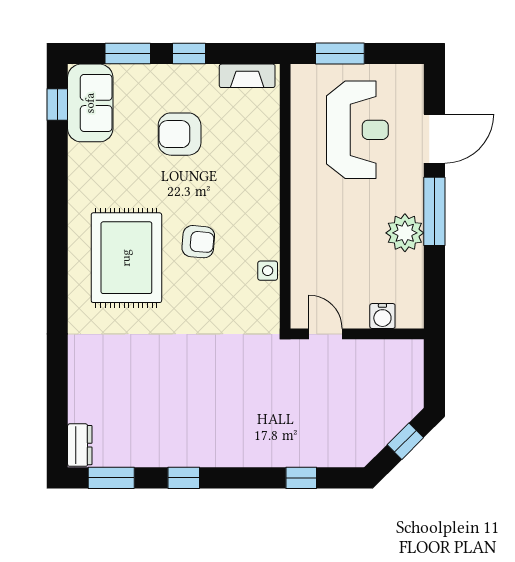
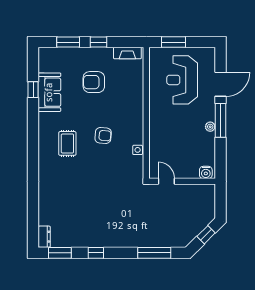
sofa: (90, 103) -> (49, 92), moved
window: (57, 105) -> (33, 90), moved
reception desk: (357, 130) -> (182, 80), turned 180
plant: (405, 233) -> (210, 127), width x0.53, depth x0.53
rug: (126, 258) -> (67, 143), width x0.54, depth x0.49
water cooler: (382, 316) -> (206, 172), moved
window: (301, 478) -> (154, 253), width x2.17

